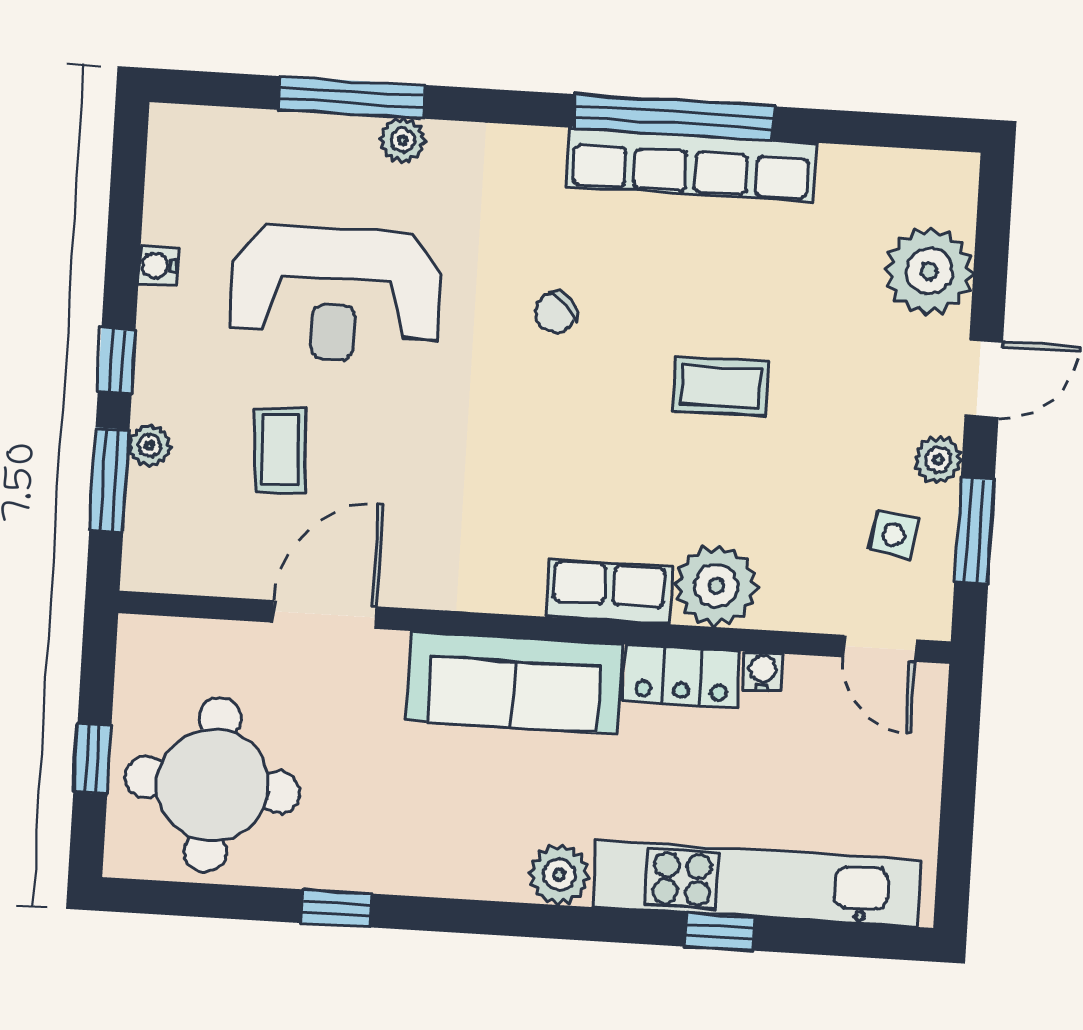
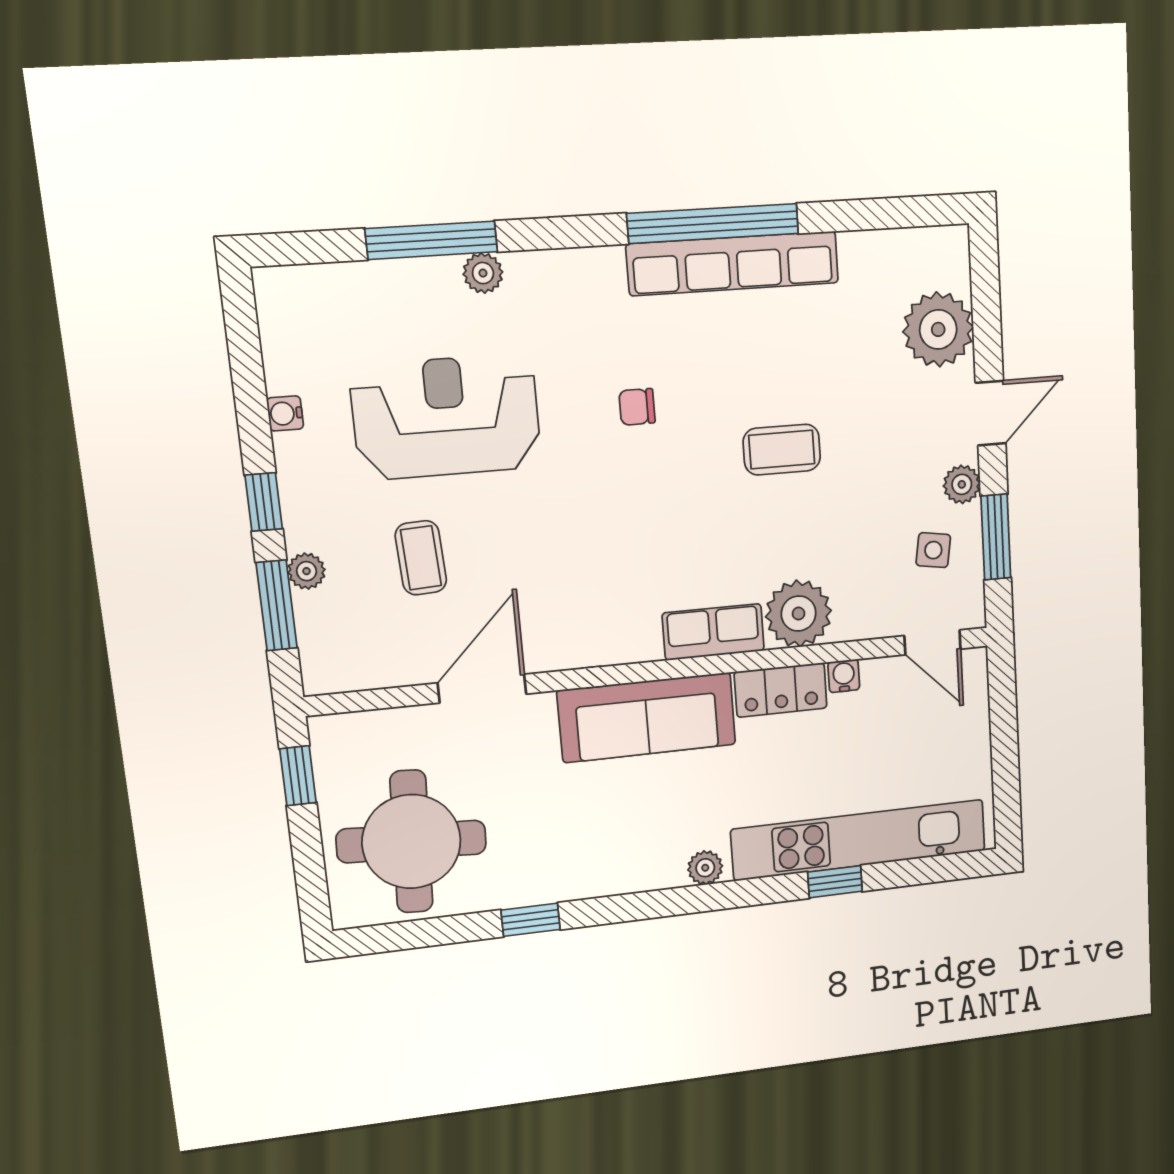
reception desk: (335, 294) -> (446, 417), turned 180
chair: (556, 313) -> (637, 407), turned 44
window: (92, 759) -> (298, 776), moved
plant: (559, 875) -> (705, 868), width x0.73, depth x0.73

